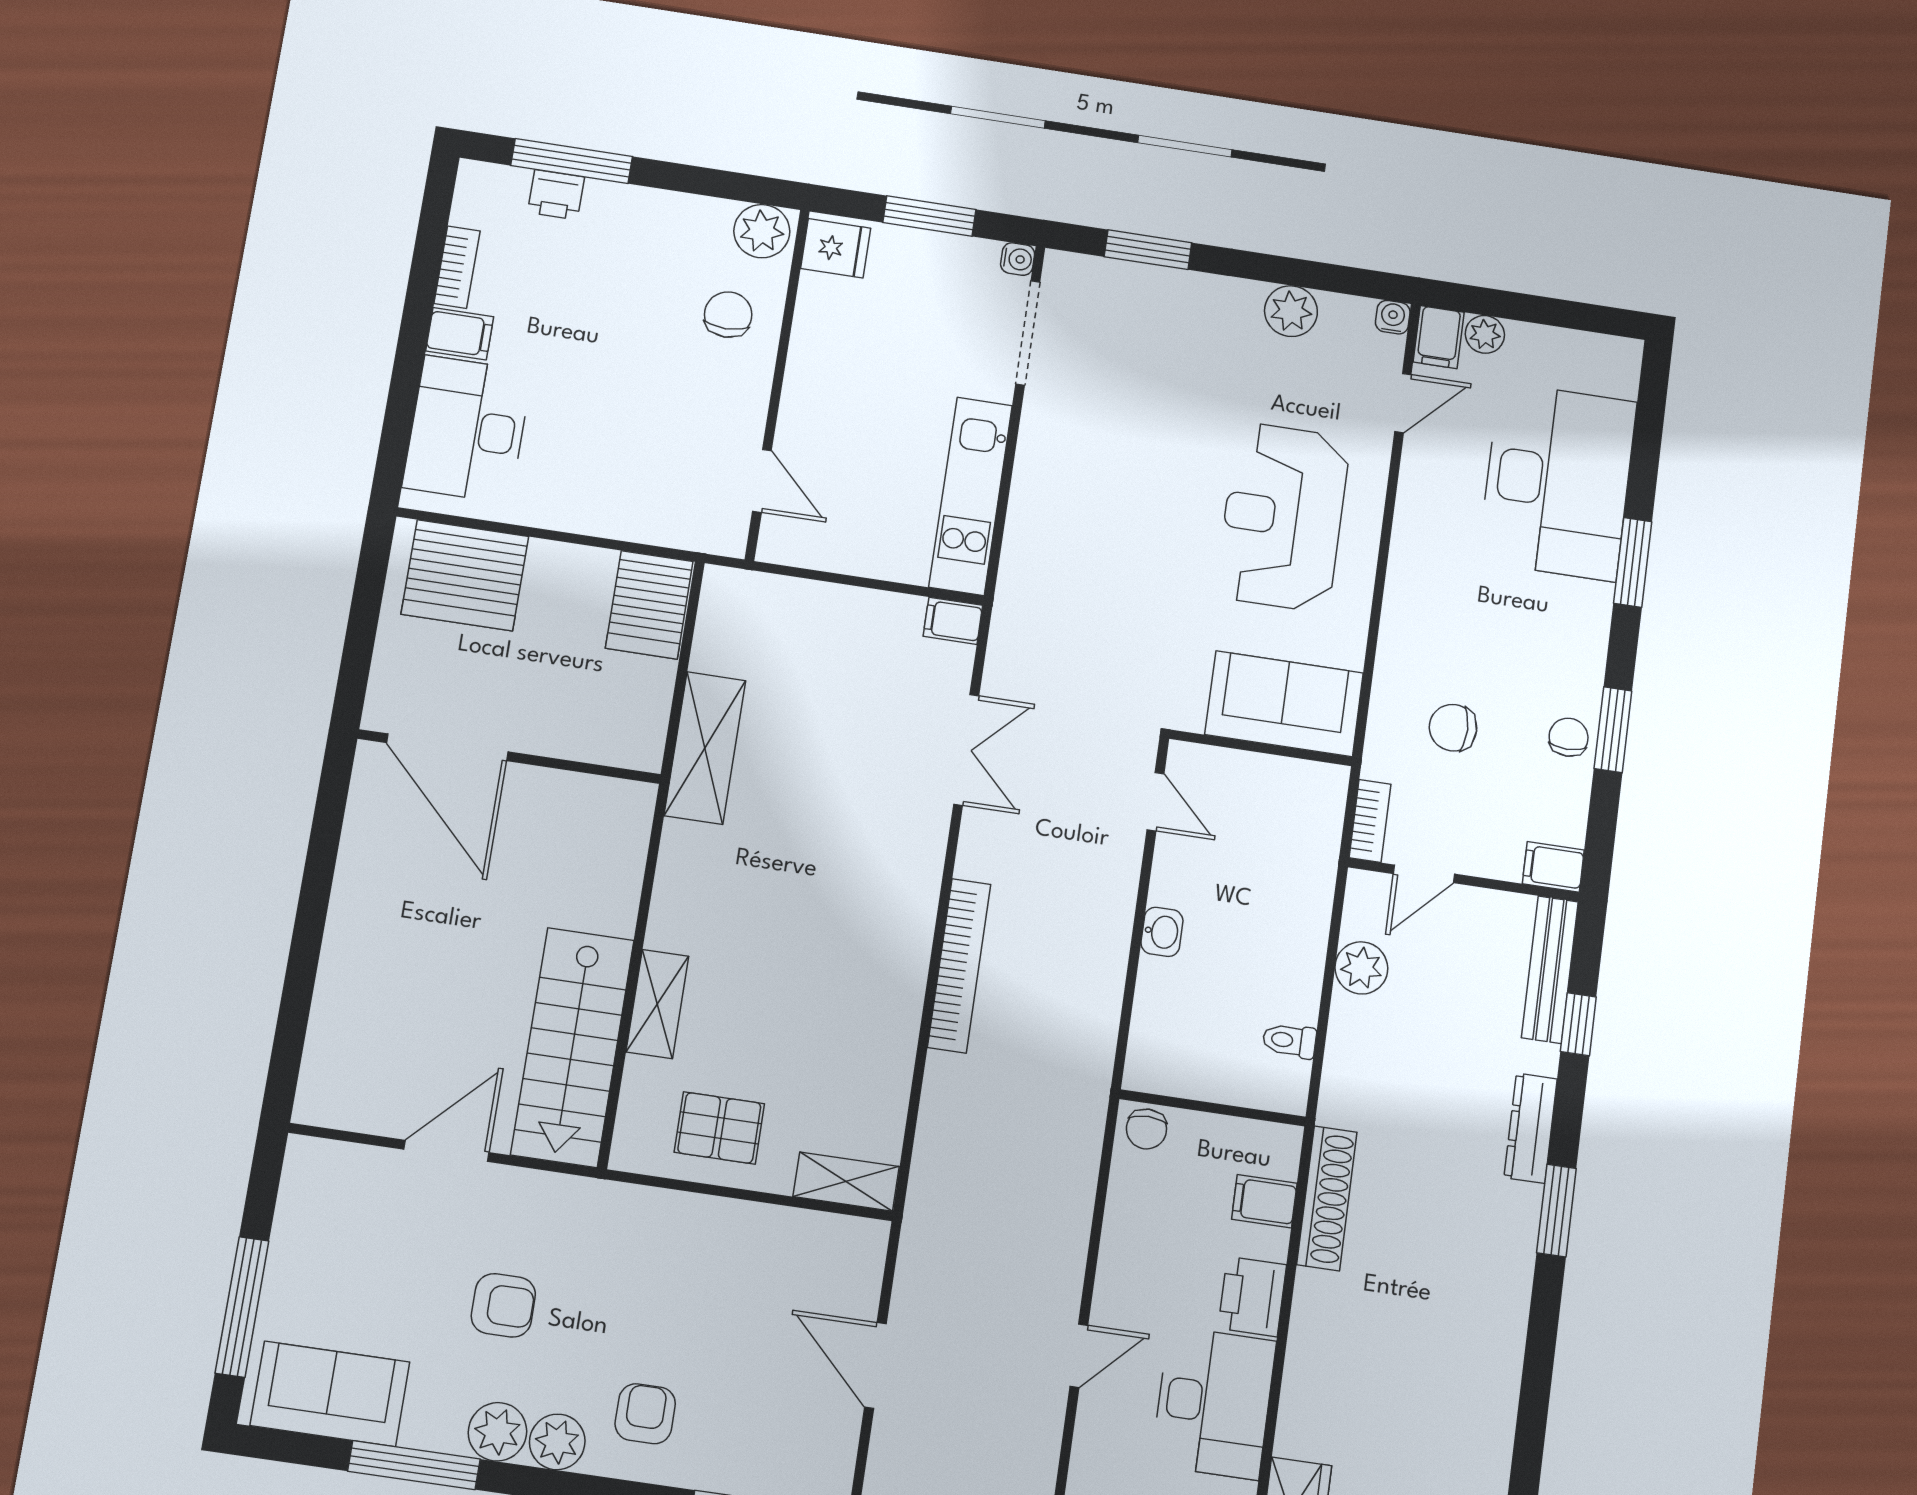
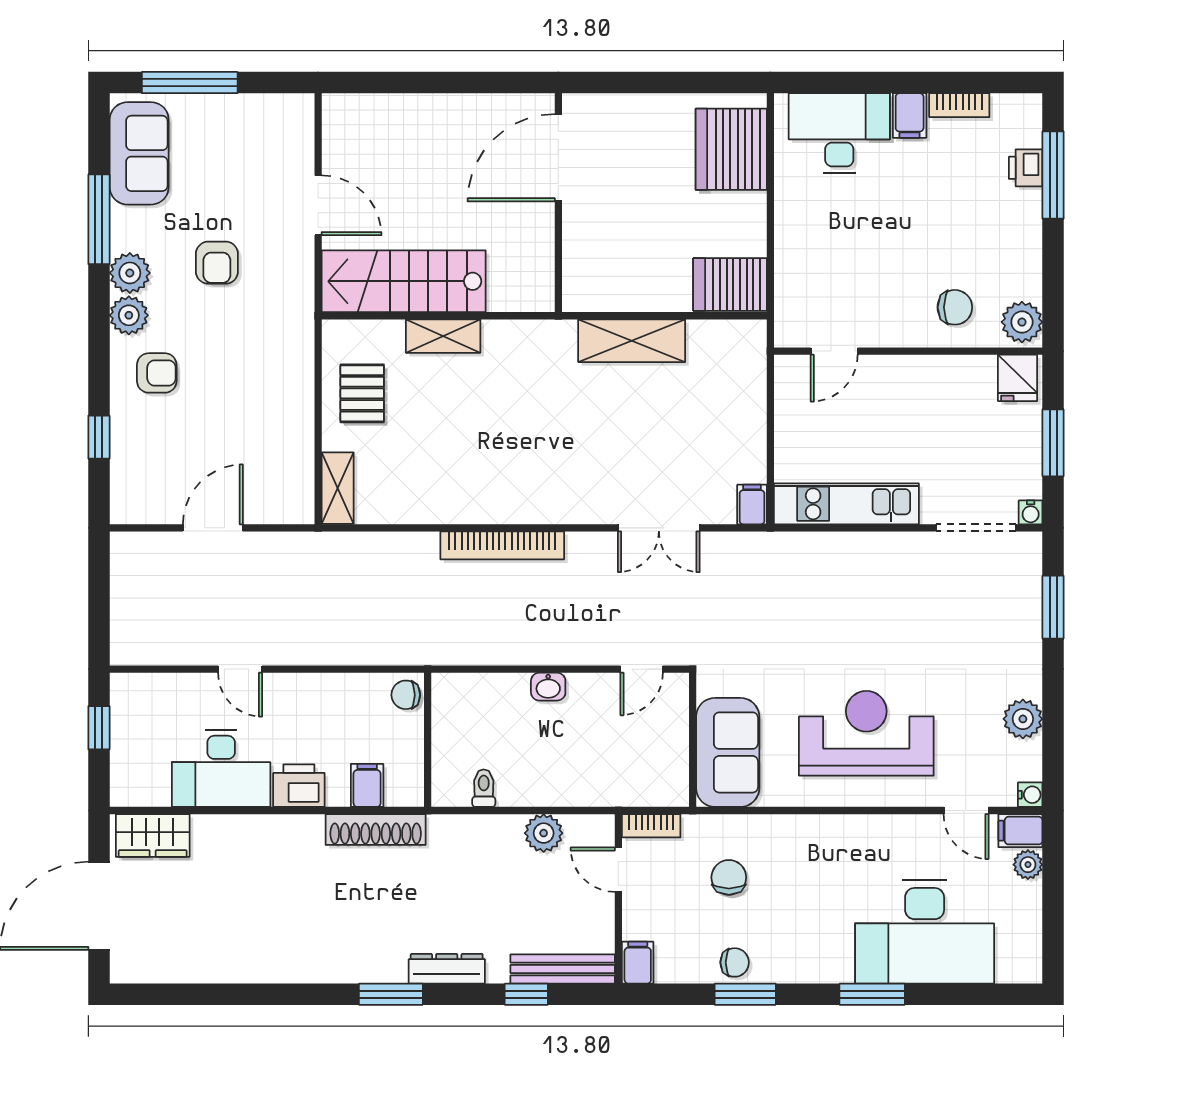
door: (447, 747) -> (558, 158), moved
wall: (509, 757) -> (558, 203), moved

